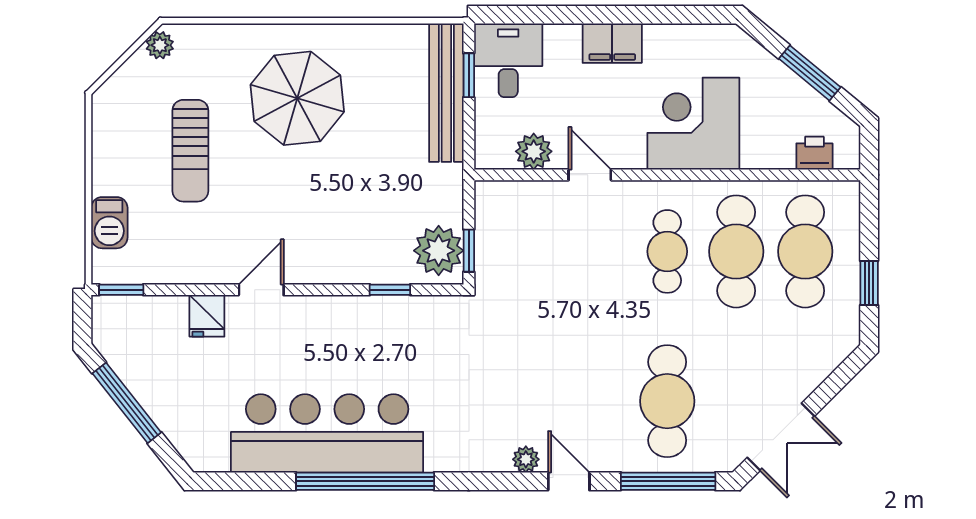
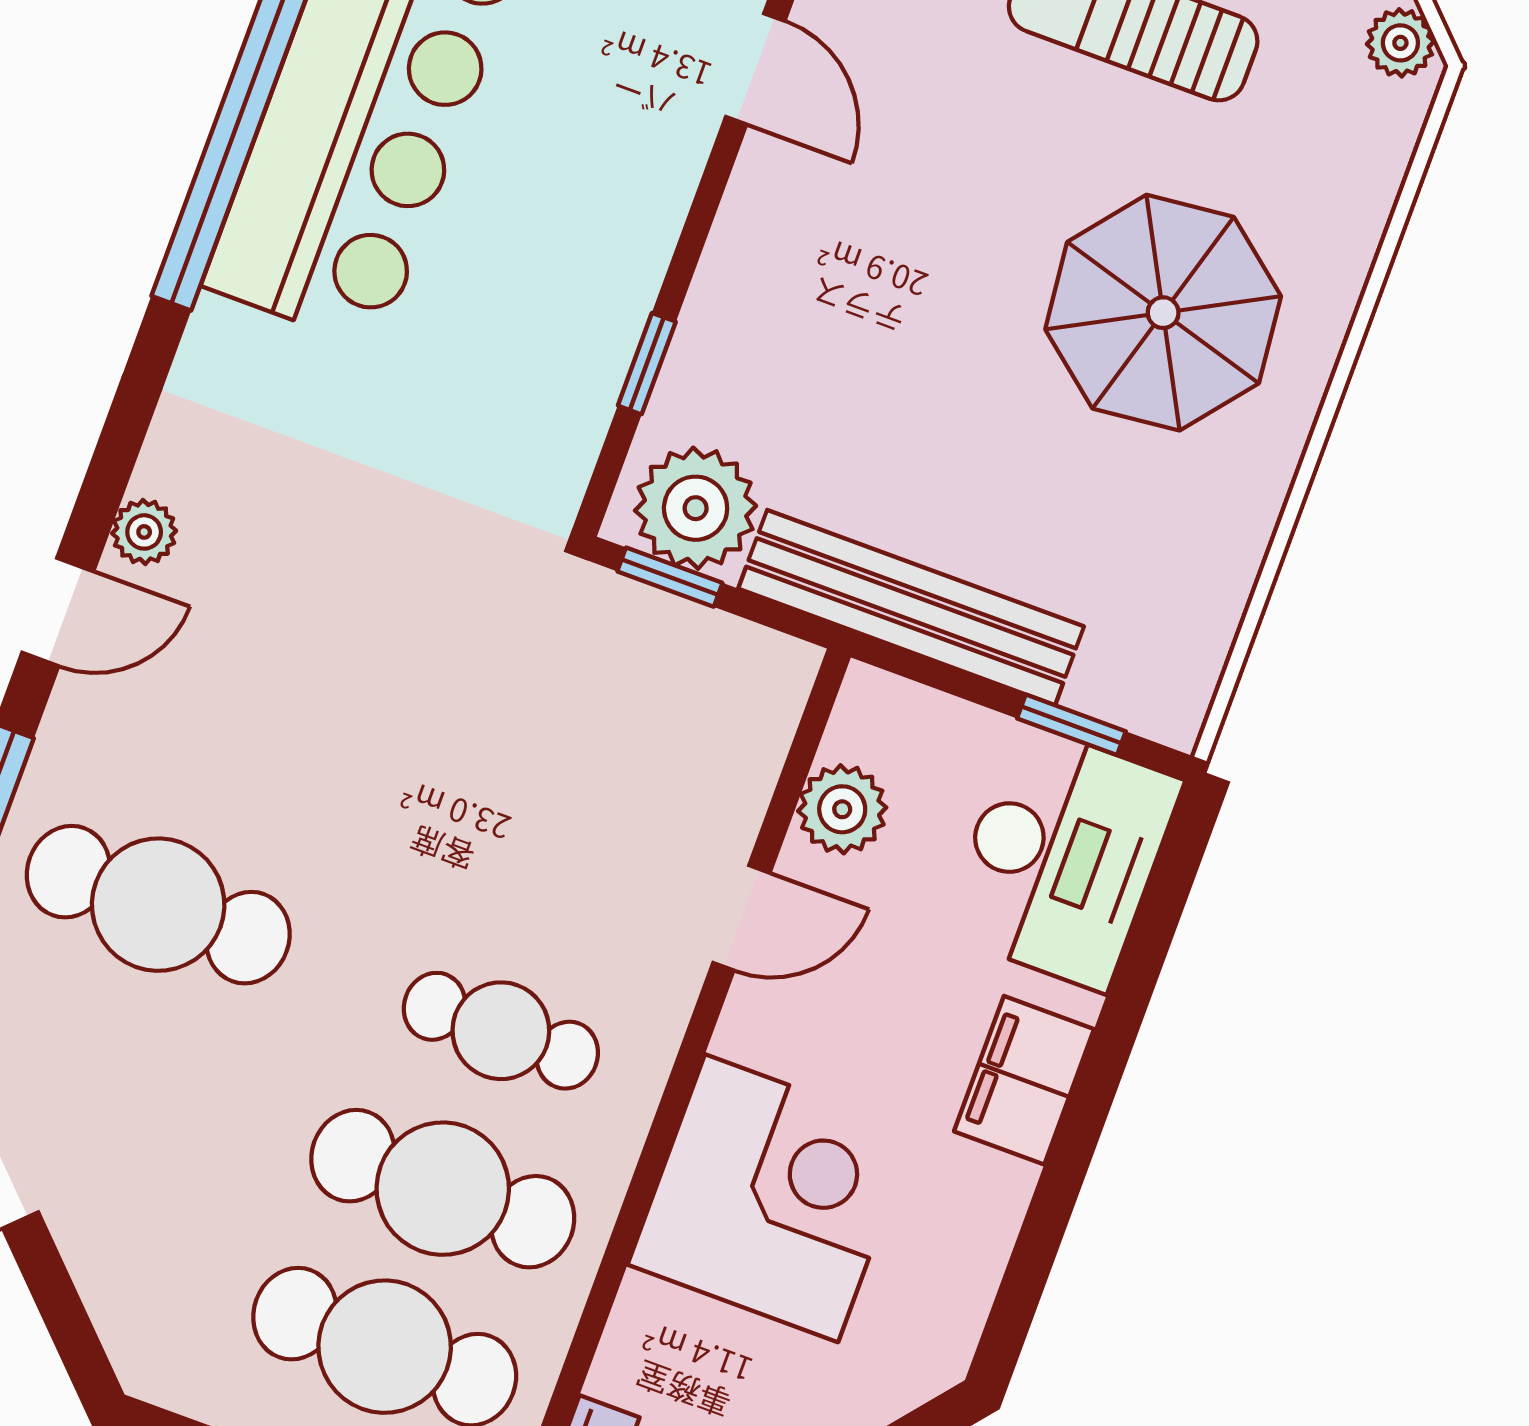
desk: (508, 60) -> (1062, 857), width x1.37
bench: (446, 93) -> (911, 608), moved

